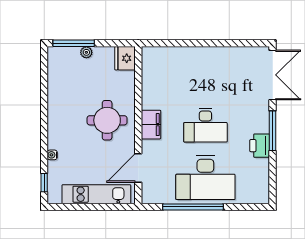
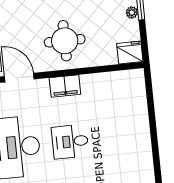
desk: (205, 125) -> (70, 142), width x0.73

